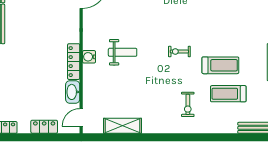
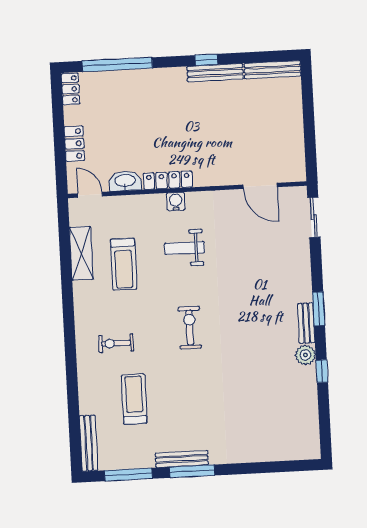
weight bench: (123, 52) -> (184, 248), turned 90
exercise bike: (179, 52) -> (190, 328), width x1.38, depth x1.39
treadmill: (220, 65) -> (124, 264), moved

